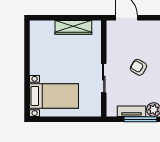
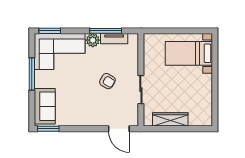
sliding door: (104, 78) -> (141, 90), moved

